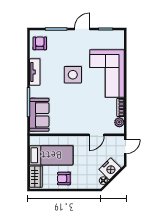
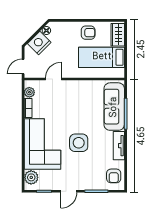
plant: (118, 42) -> (31, 177), added
sofa: (39, 115) -> (114, 107), width x1.36

